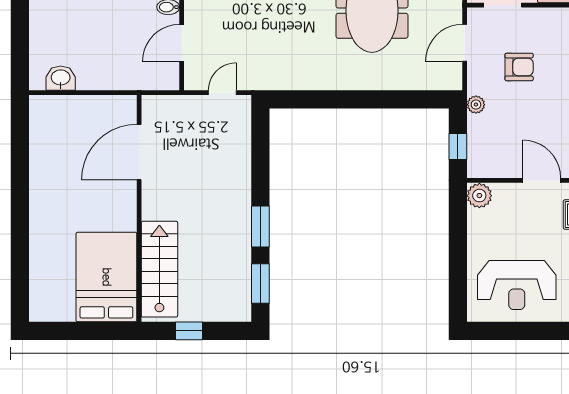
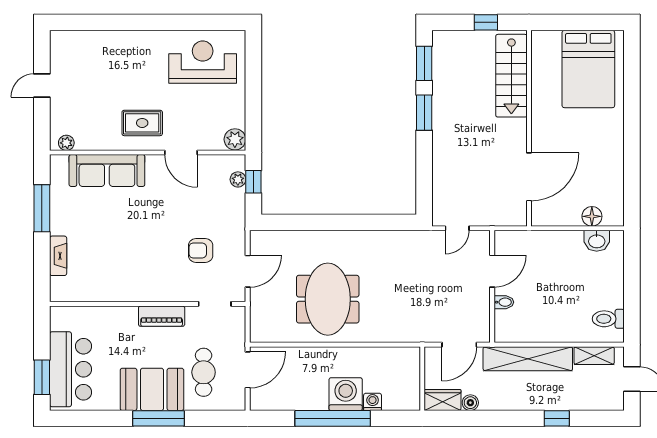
plant: (476, 105) -> (238, 179), moved
floor lamp: (66, 106) -> (592, 216), added
bed: (106, 277) -> (588, 69), moved

